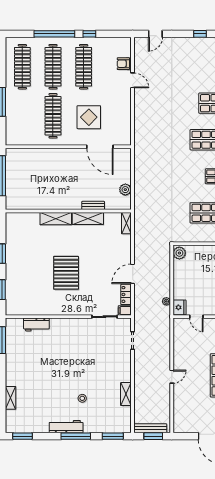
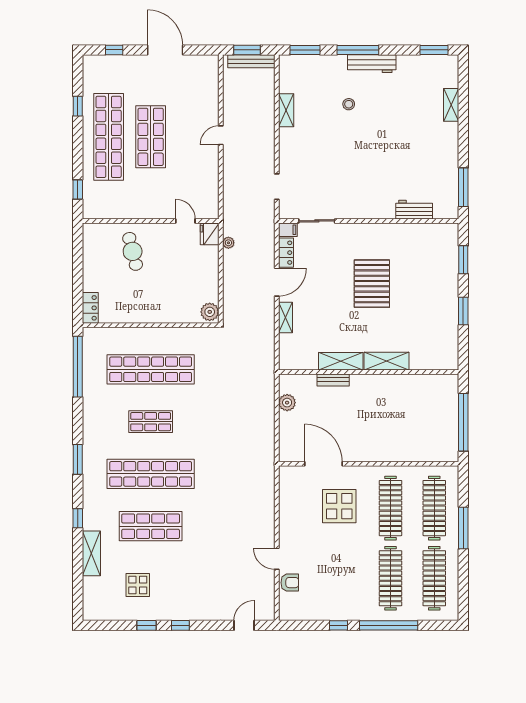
clothes rail: (84, 67) -> (434, 508), moved
shelving: (126, 223) -> (286, 317), moved

